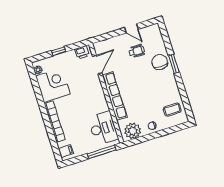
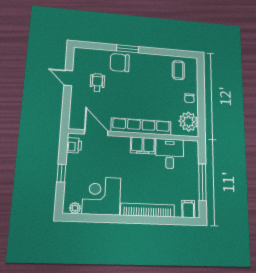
door: (131, 28) -> (68, 78), swing flipped
filing cabinet: (101, 102) -> (143, 145), added
desk: (103, 128) -> (170, 154), width x0.73
window: (102, 152) -> (202, 182), moved

